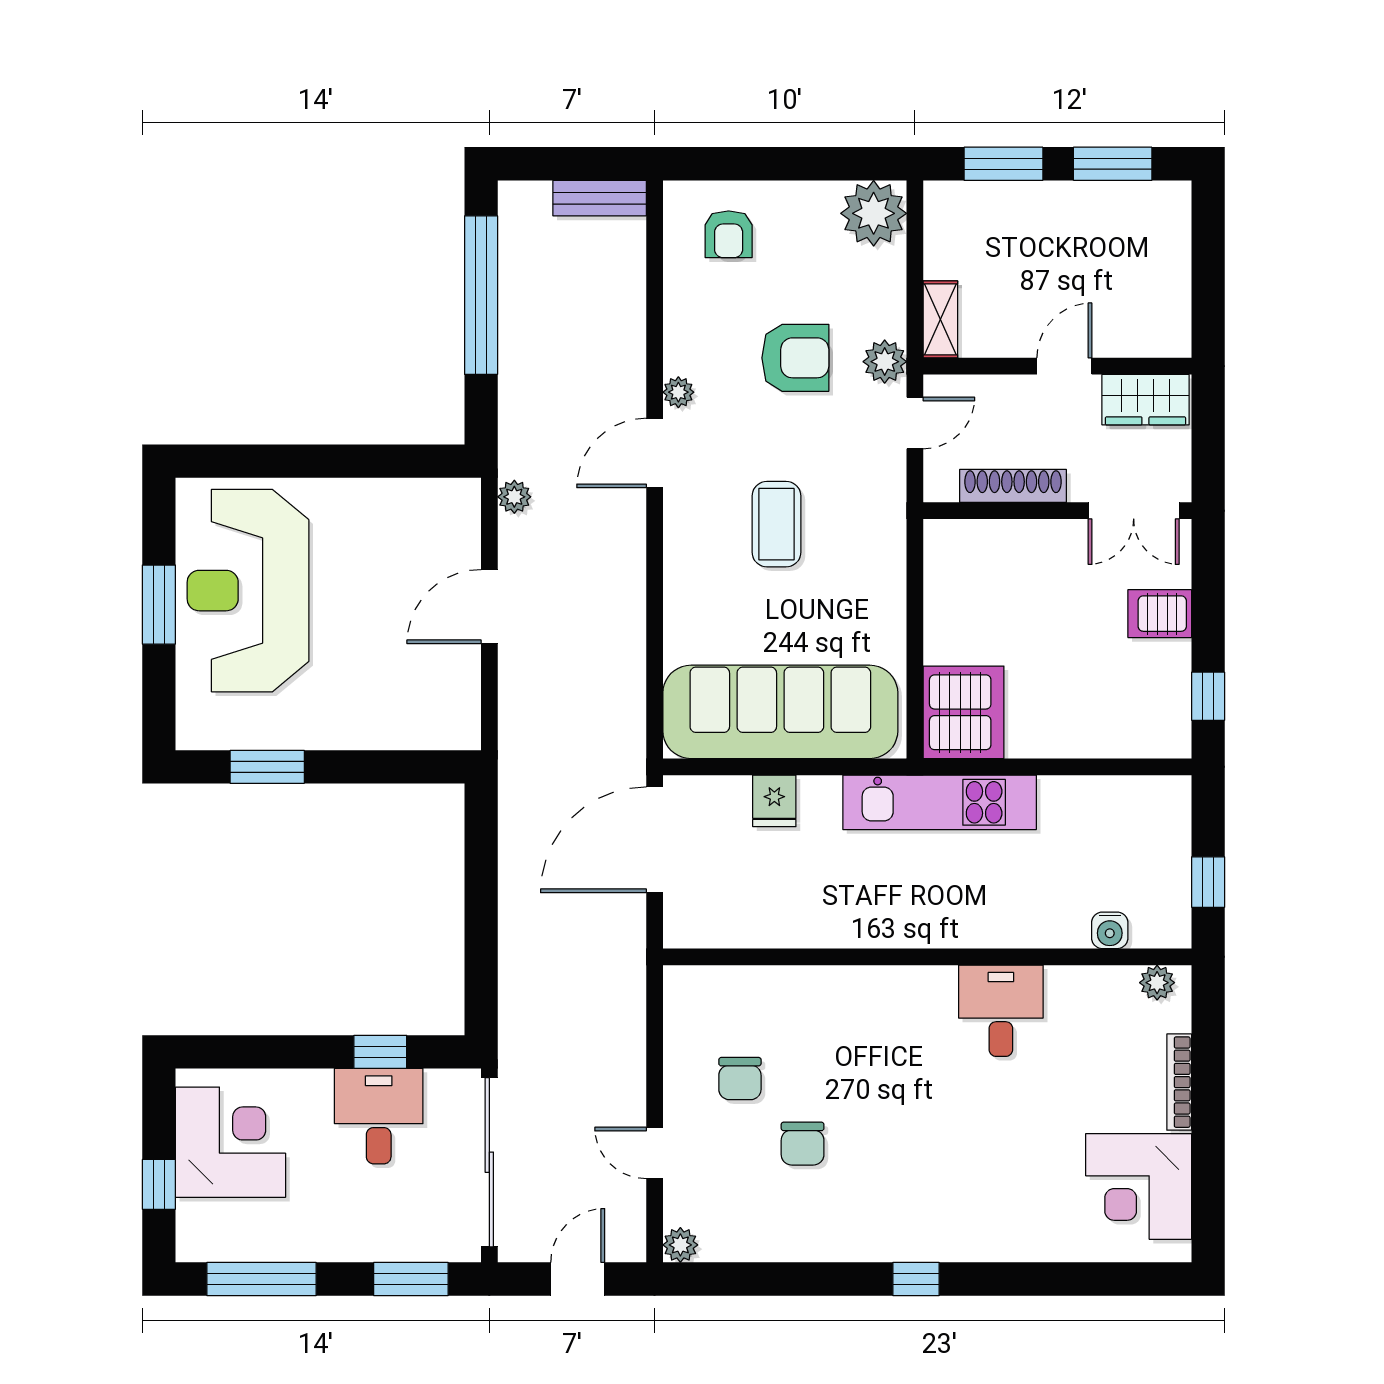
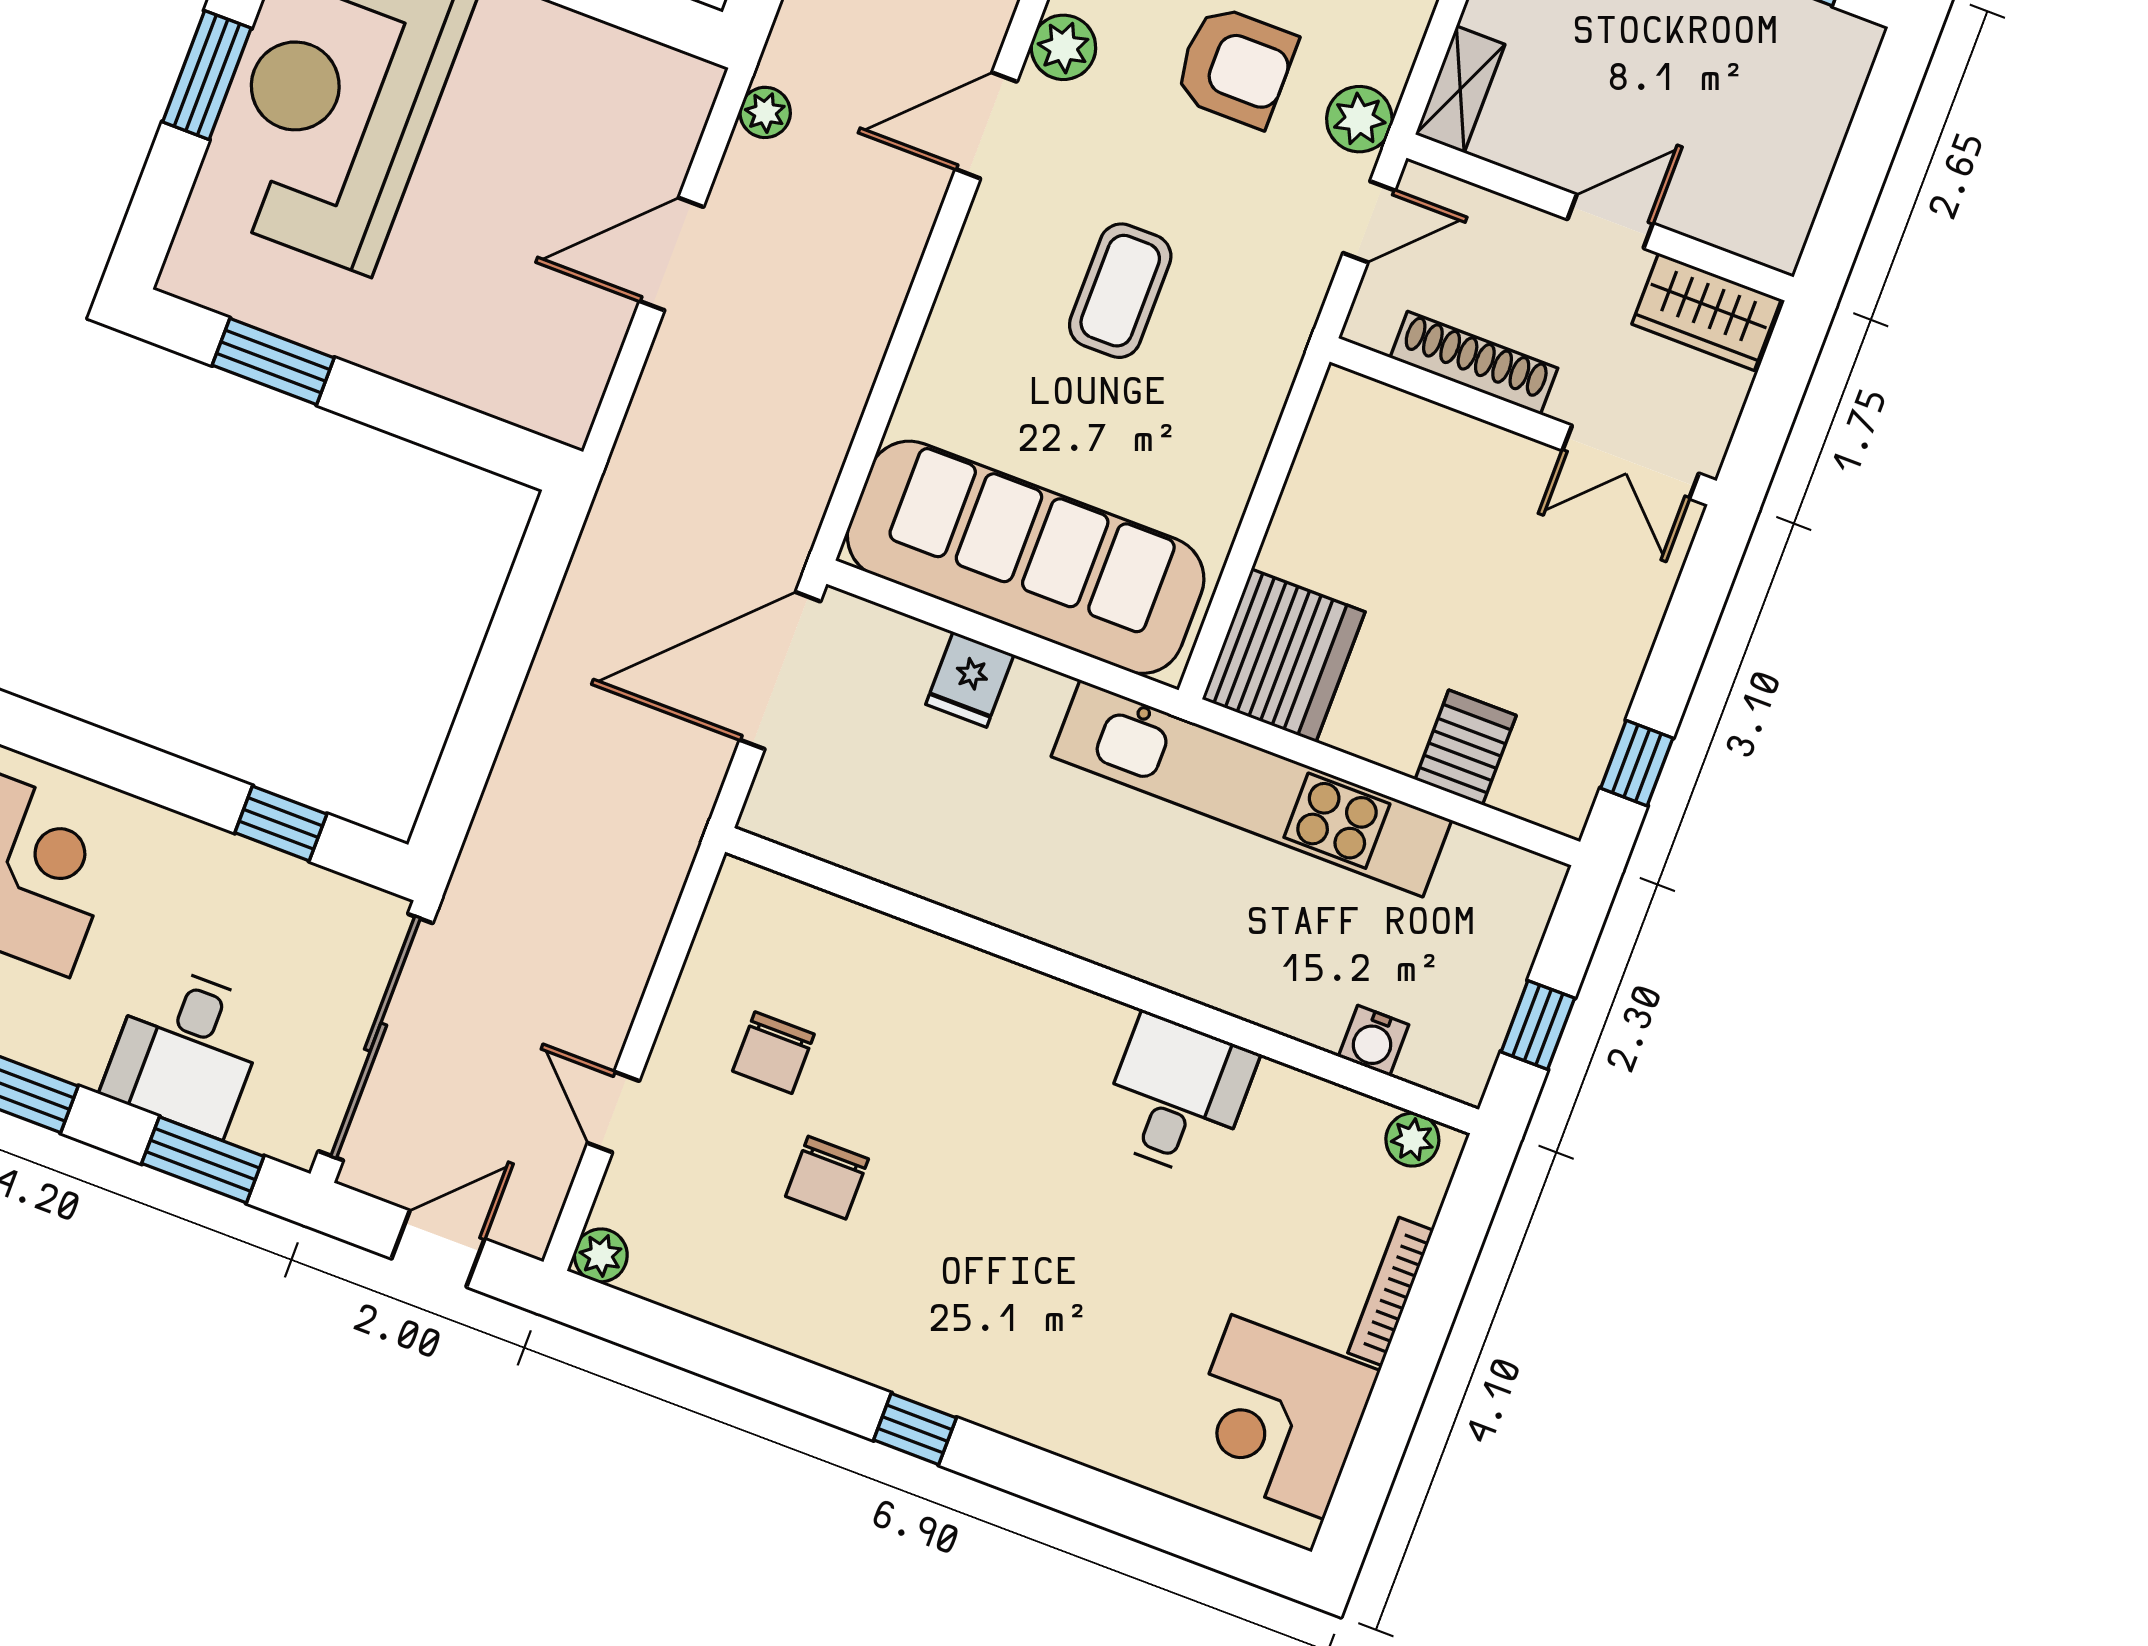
plant: (678, 392) -> (1063, 47), width x1.38, depth x1.38
server rack: (1160, 614) -> (1466, 748), moved, turned 90
kitchen unit: (940, 802) -> (1251, 788), width x1.36
desk: (379, 1116) -> (186, 1050), moved, turned 180

